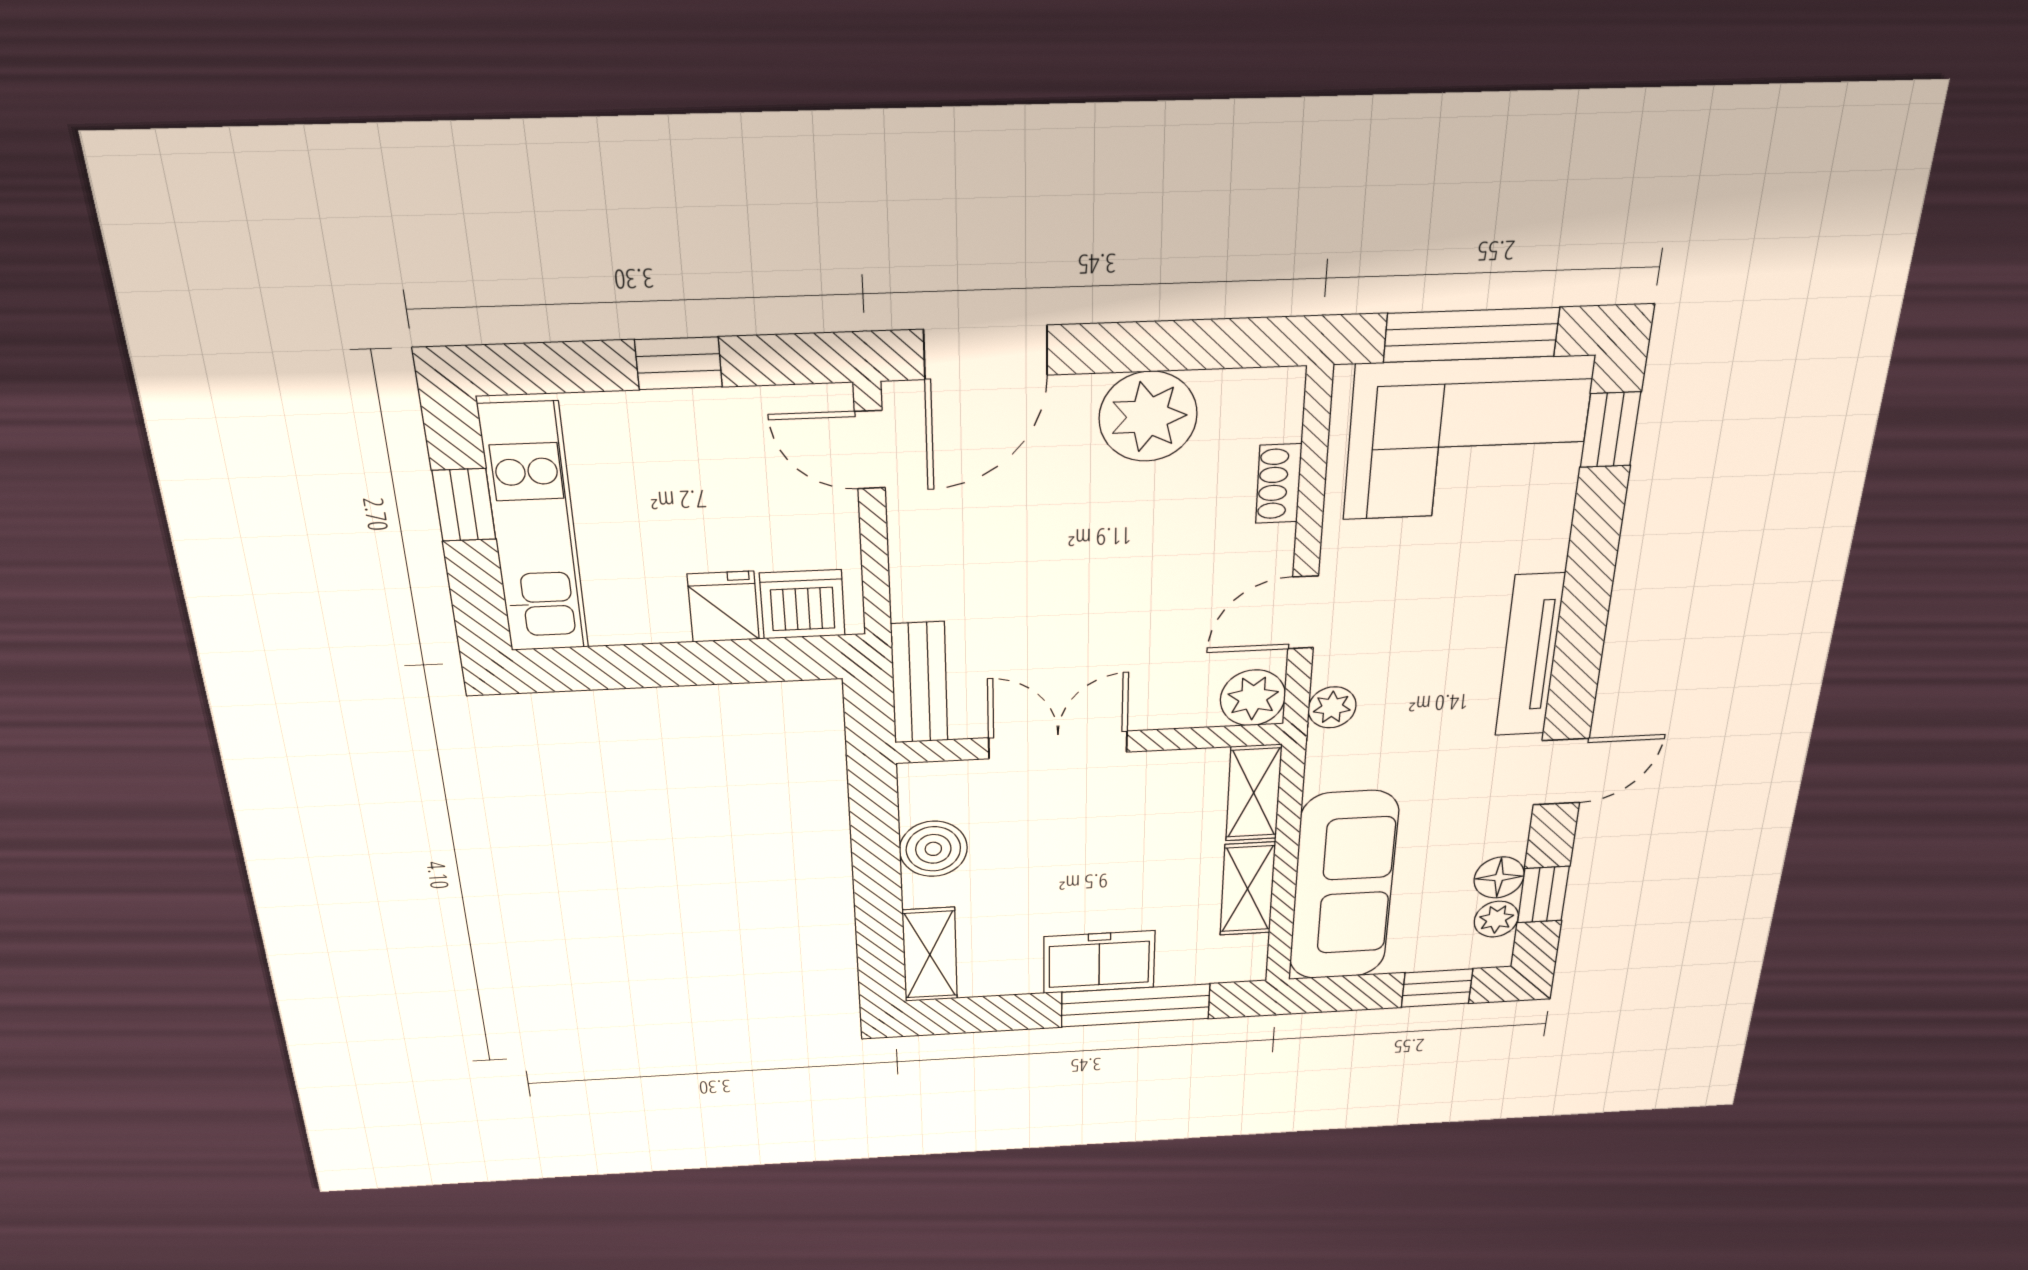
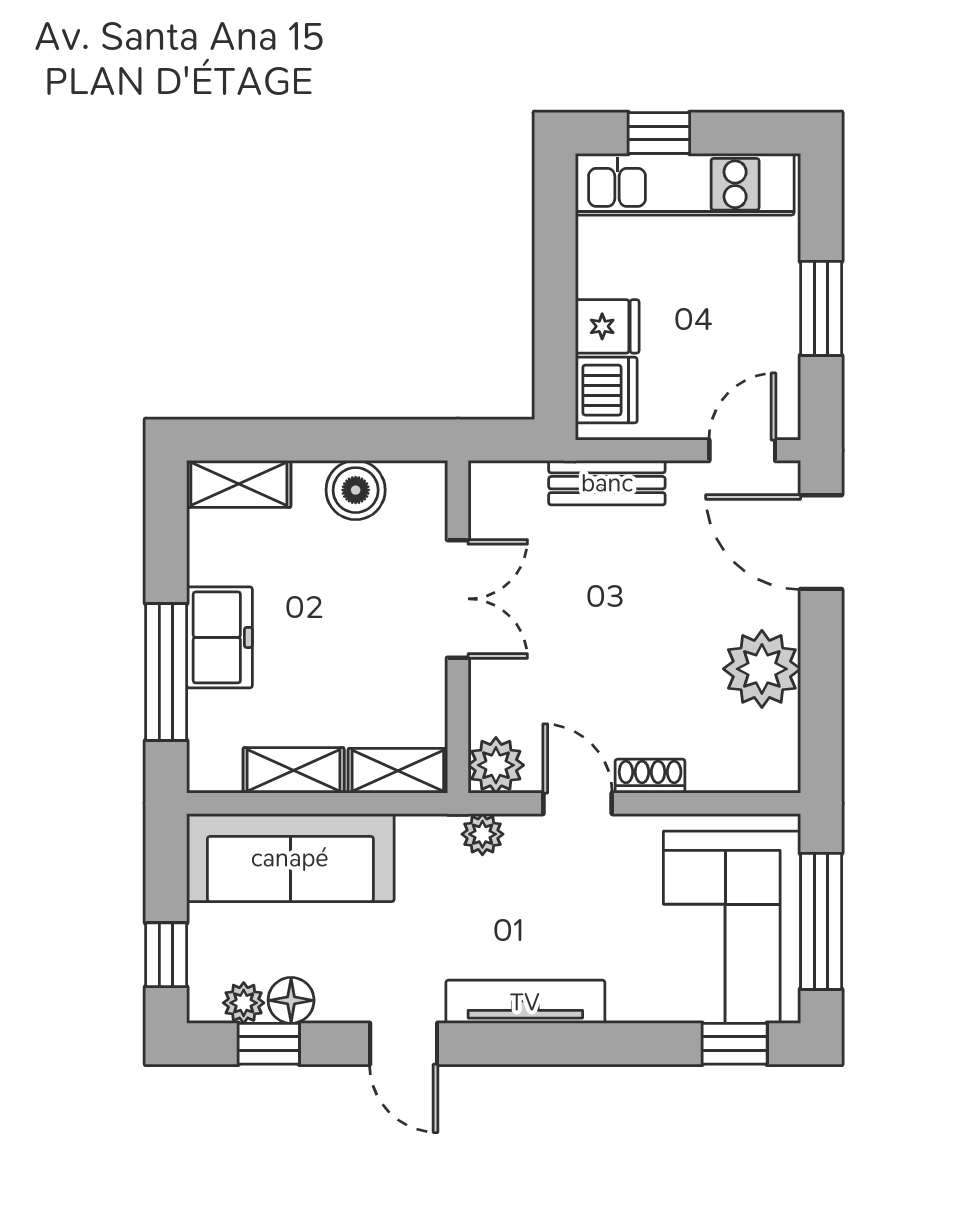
window: (679, 363) -> (821, 308), width x1.50
shoe rack: (1279, 484) -> (650, 776), moved
window: (464, 505) -> (659, 133), moved
bench: (919, 683) -> (607, 483), moved

